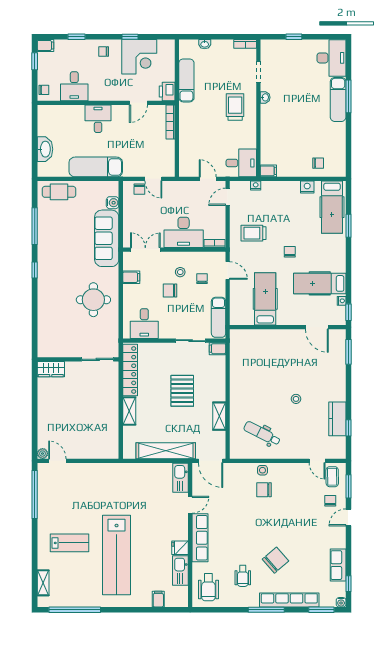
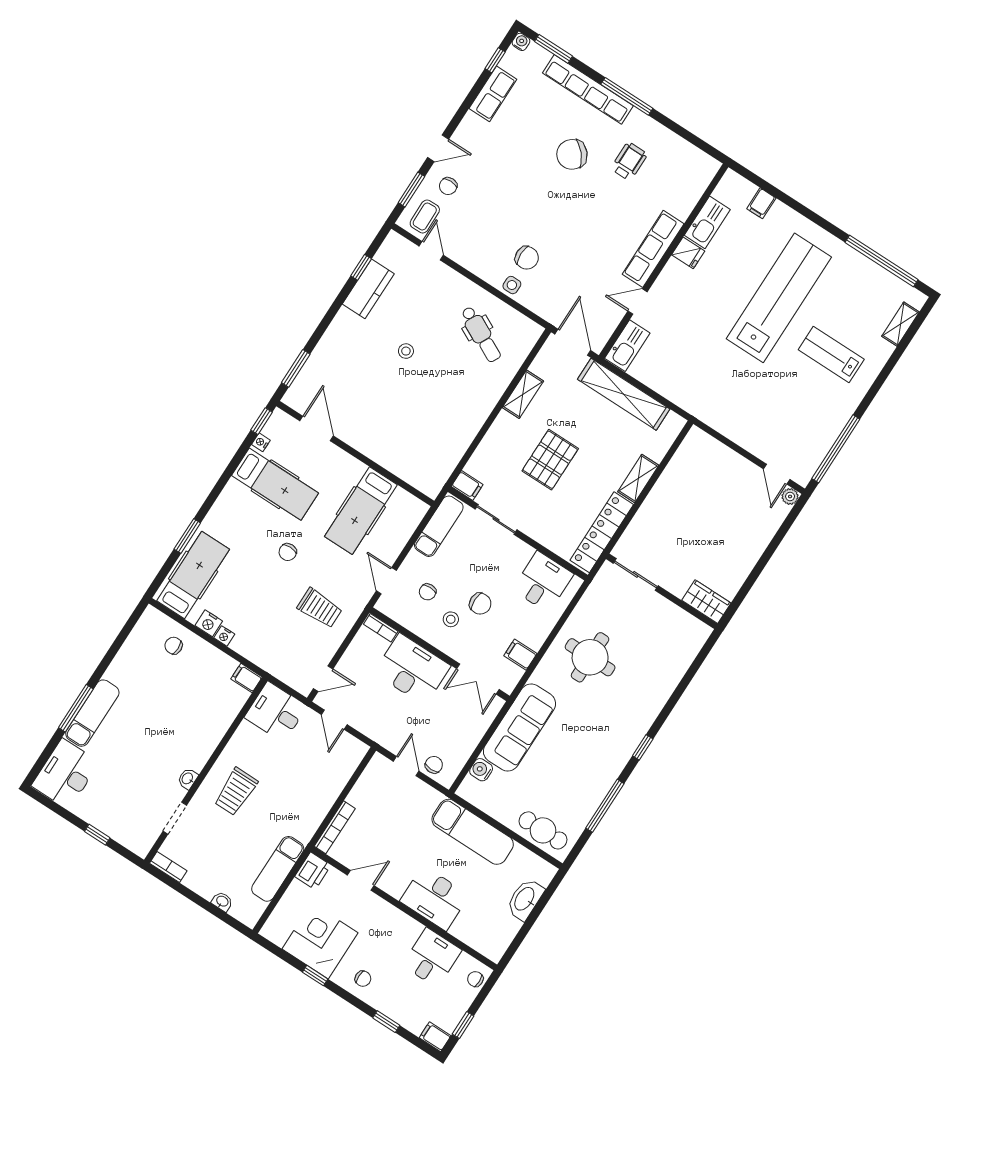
desk: (98, 119) -> (435, 898), width x1.37
nightstand: (256, 186) -> (224, 636), moved
wheelchair: (208, 587) -> (684, 176), removed

